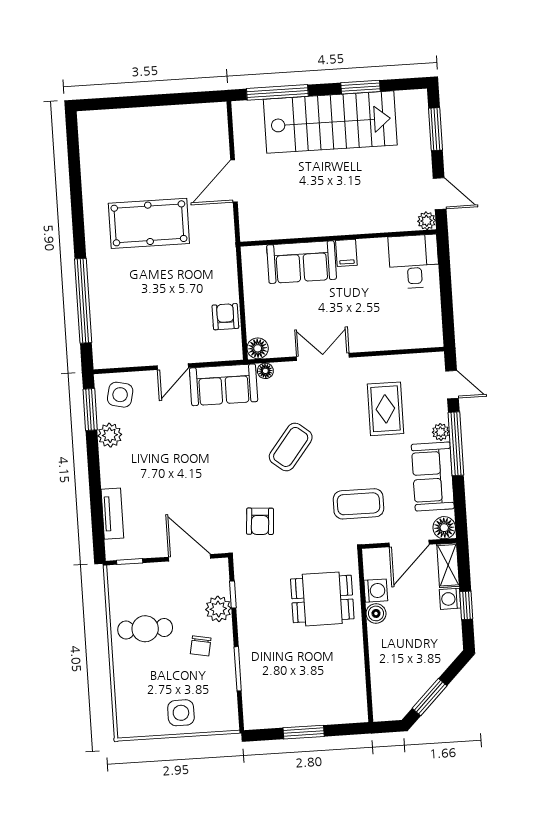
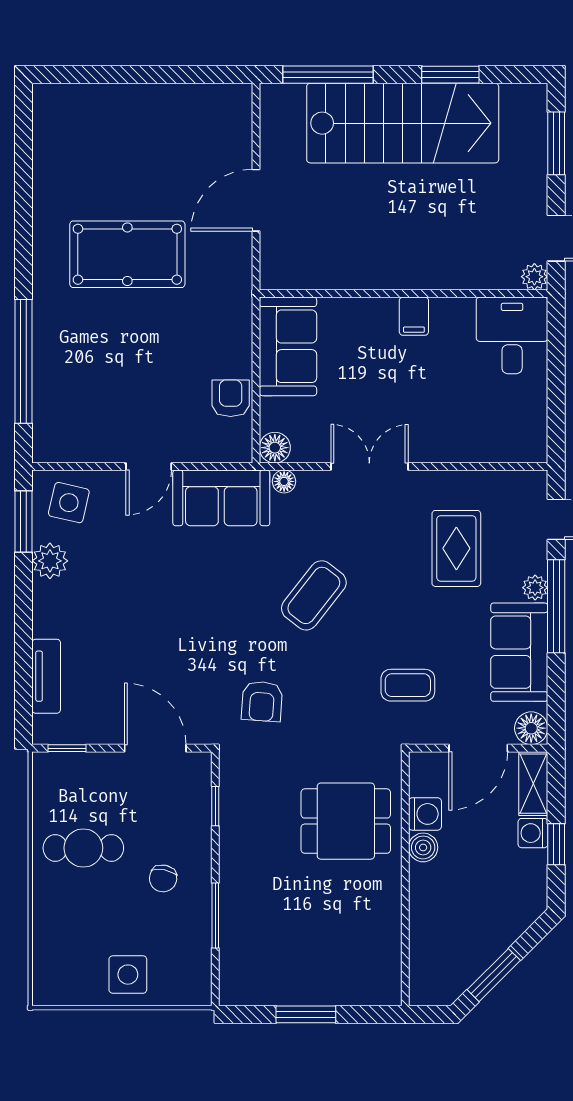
sofa: (302, 262) -> (288, 346), moved, turned -90
coffee table: (358, 504) -> (408, 685), width x0.73, depth x0.77
plant: (218, 609) -> (193, 826), removed

